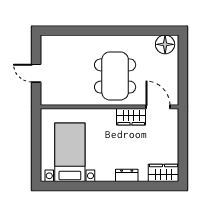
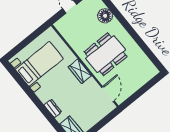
floor lamp: (165, 44) -> (105, 16), moved
wardrobe: (131, 117) -> (80, 71), moved

